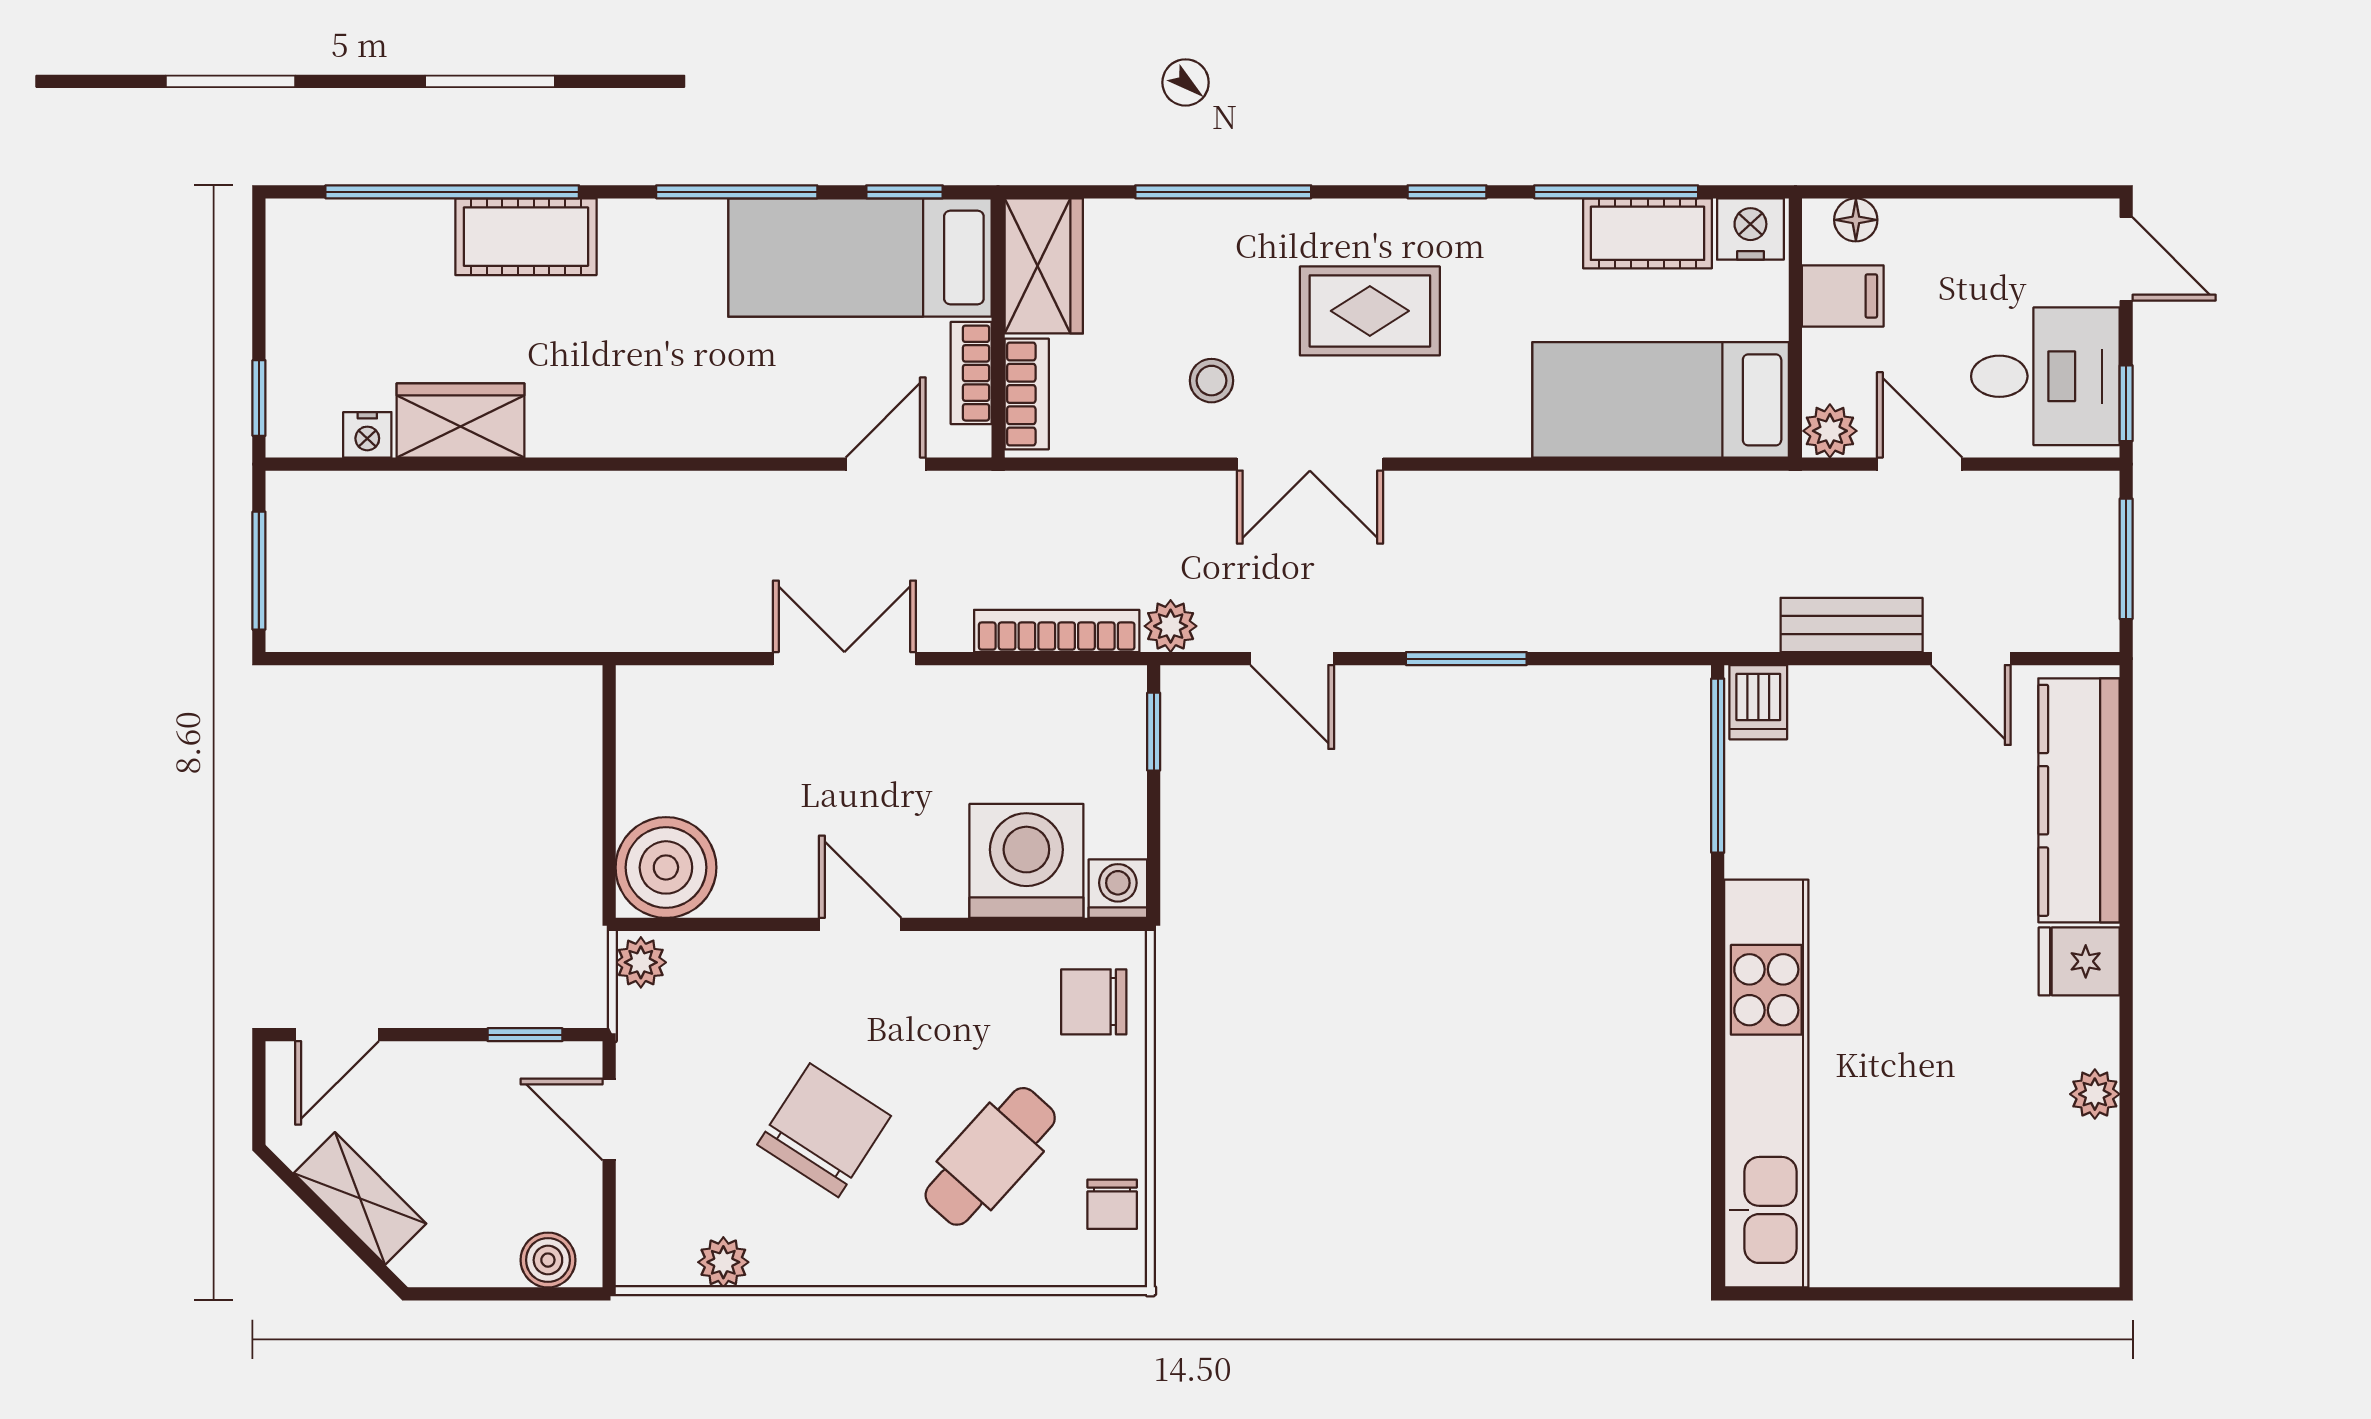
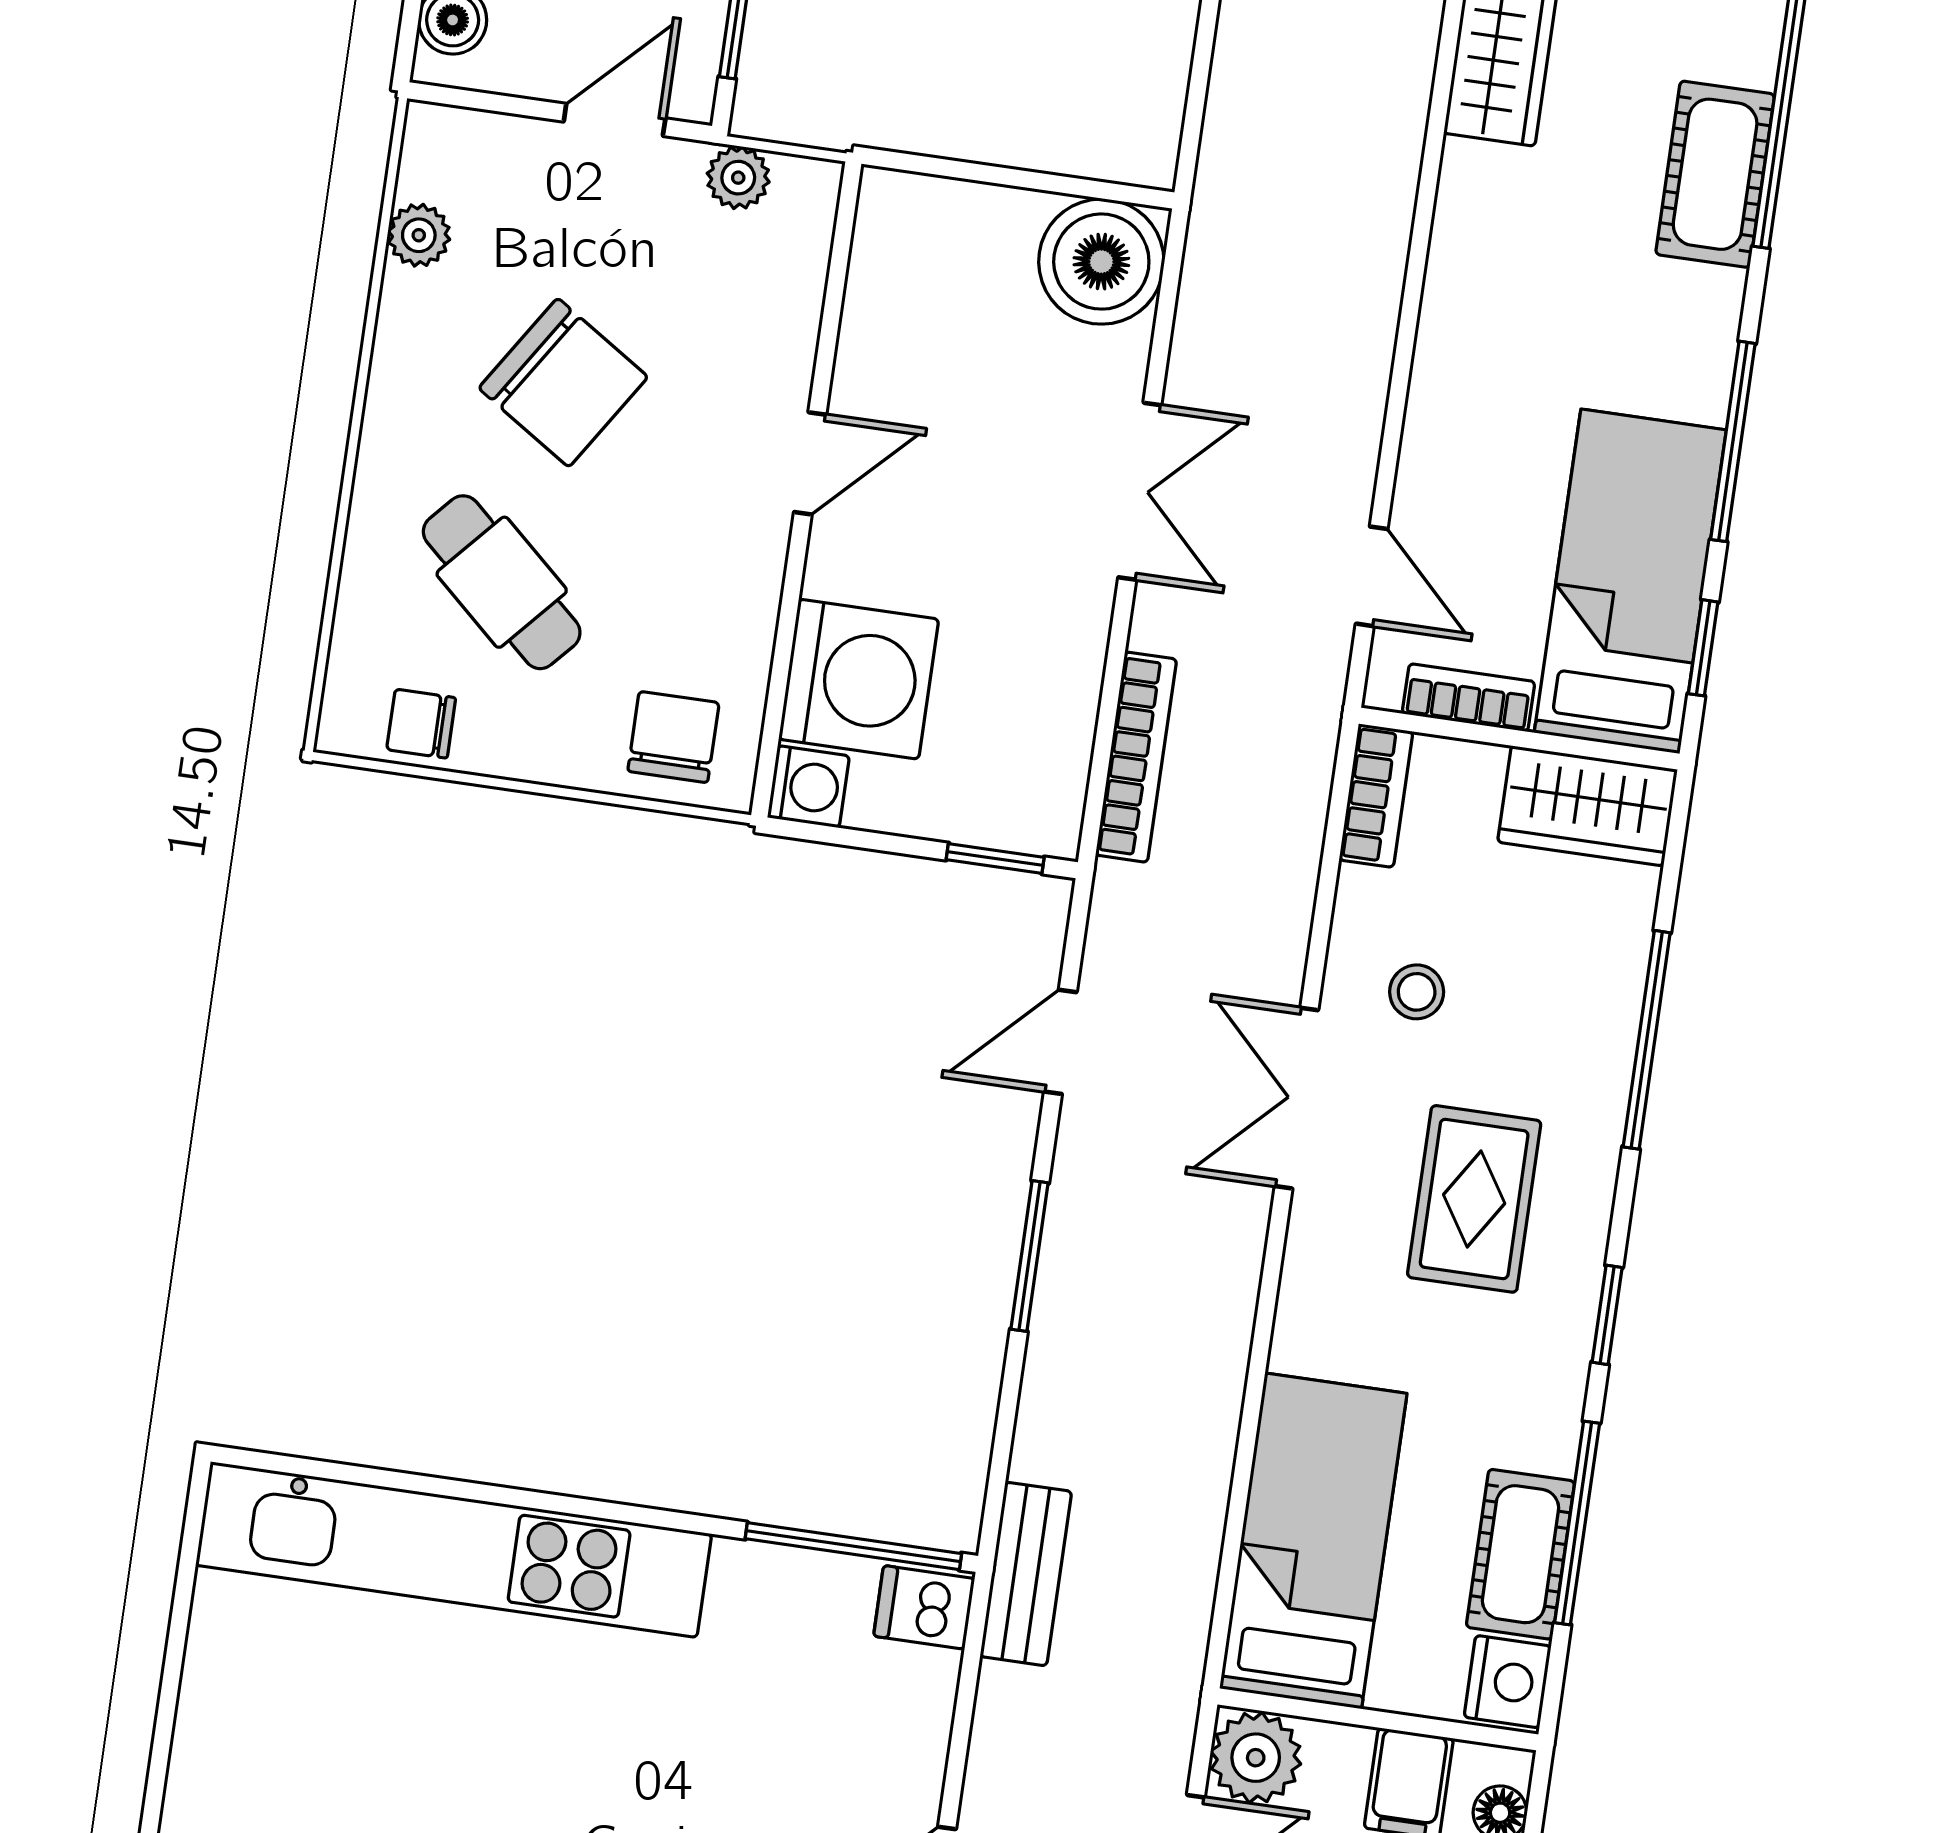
bookcase: (1027, 394) -> (1376, 796), moved, turned -90
plant: (1830, 431) -> (1256, 1758), width x1.38, depth x1.38
bench: (1852, 625) -> (1026, 1574), moved
plant: (1171, 626) -> (1122, 898), removed
boiler: (666, 867) -> (1101, 262), moved
plant: (641, 962) -> (738, 178), moved

